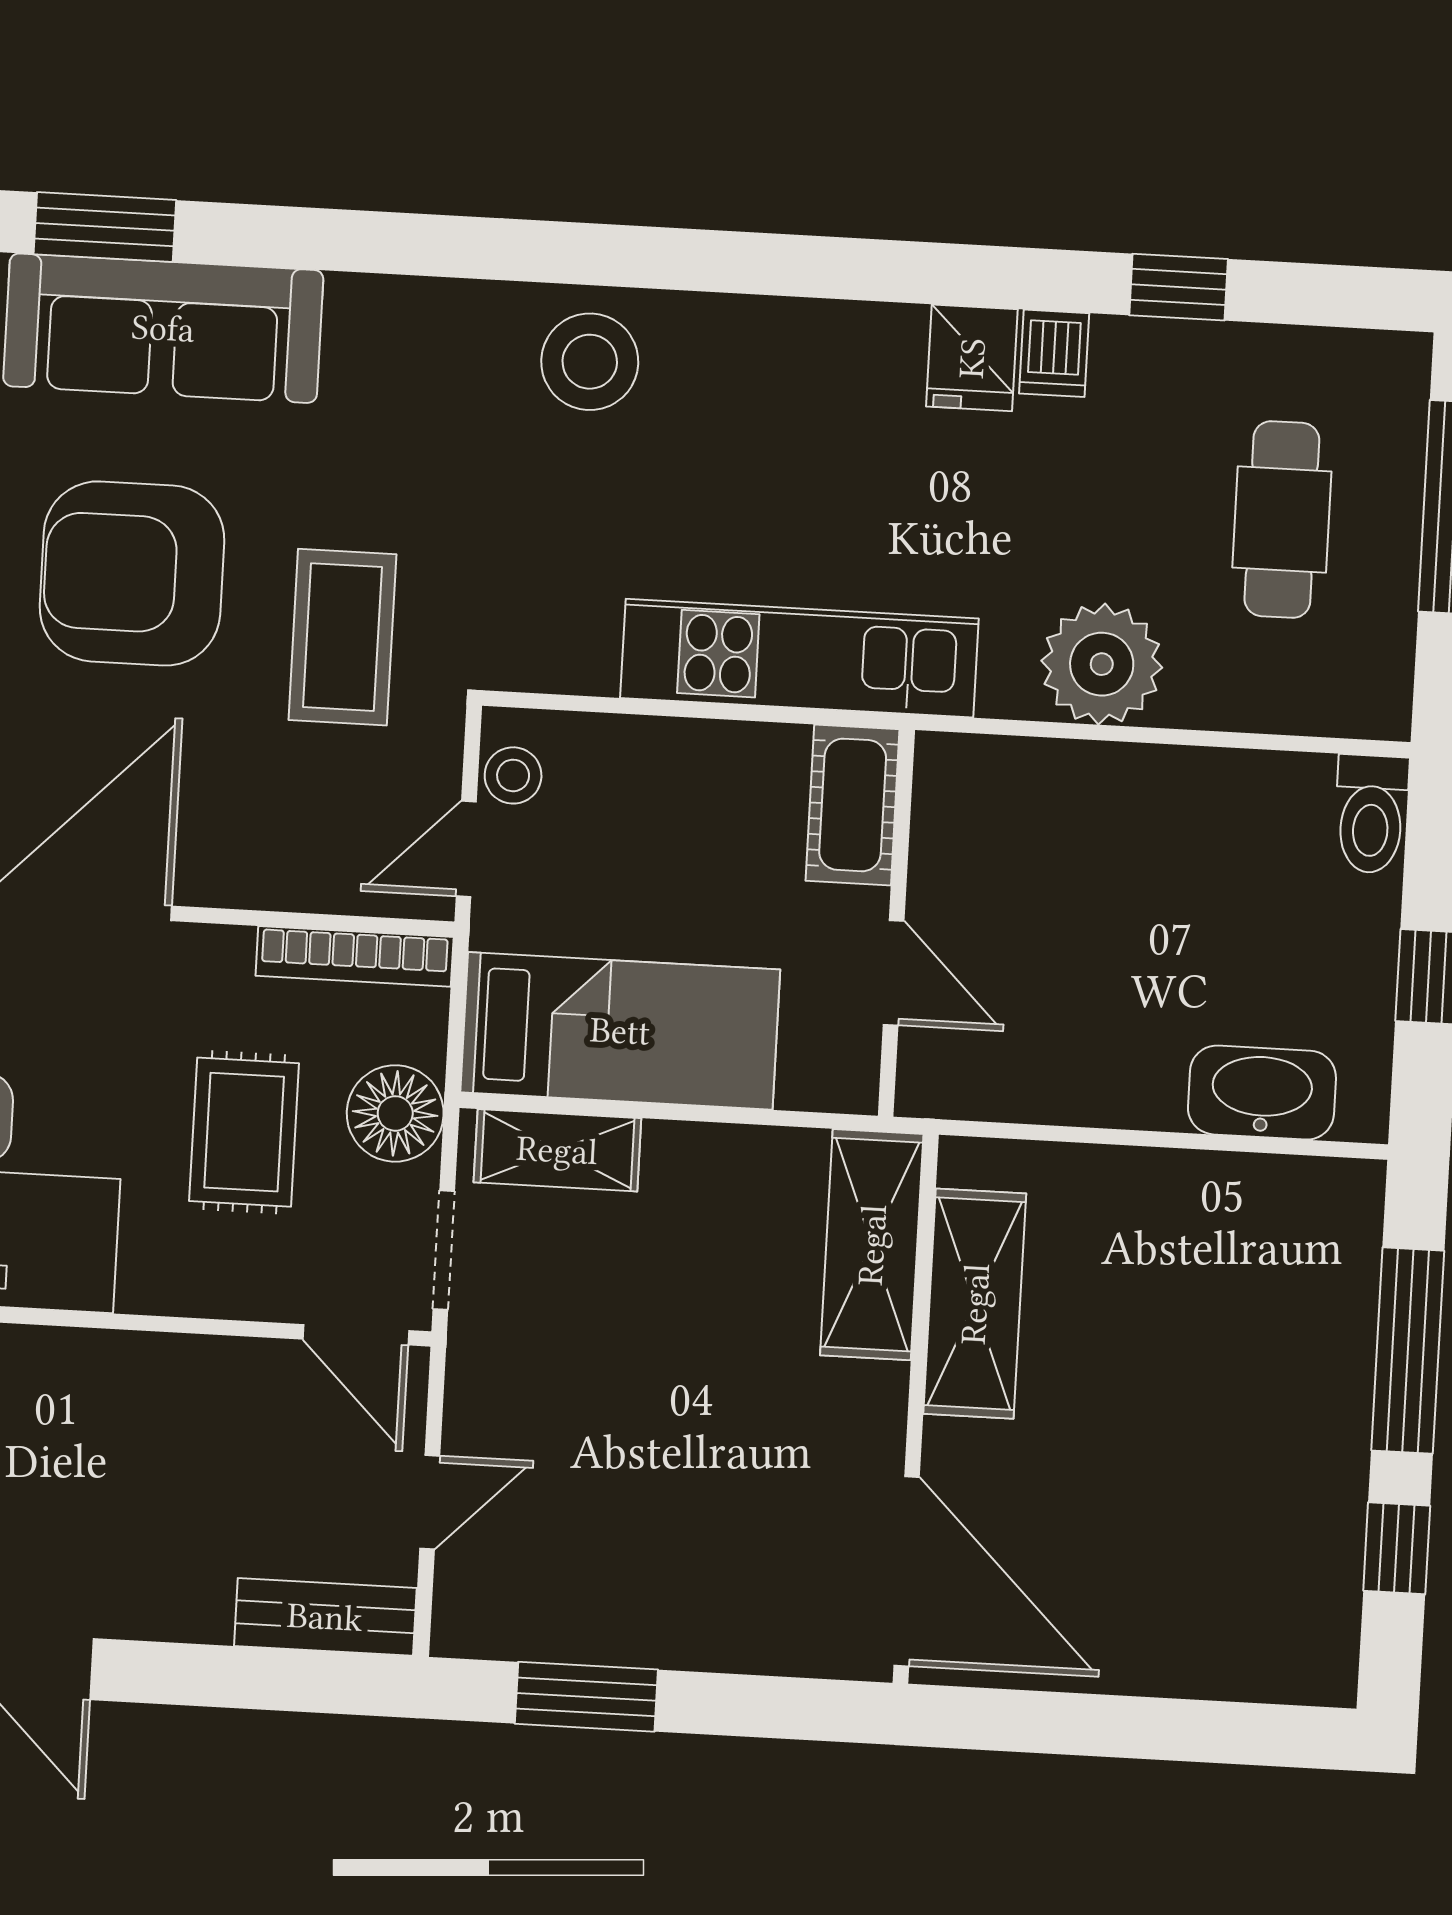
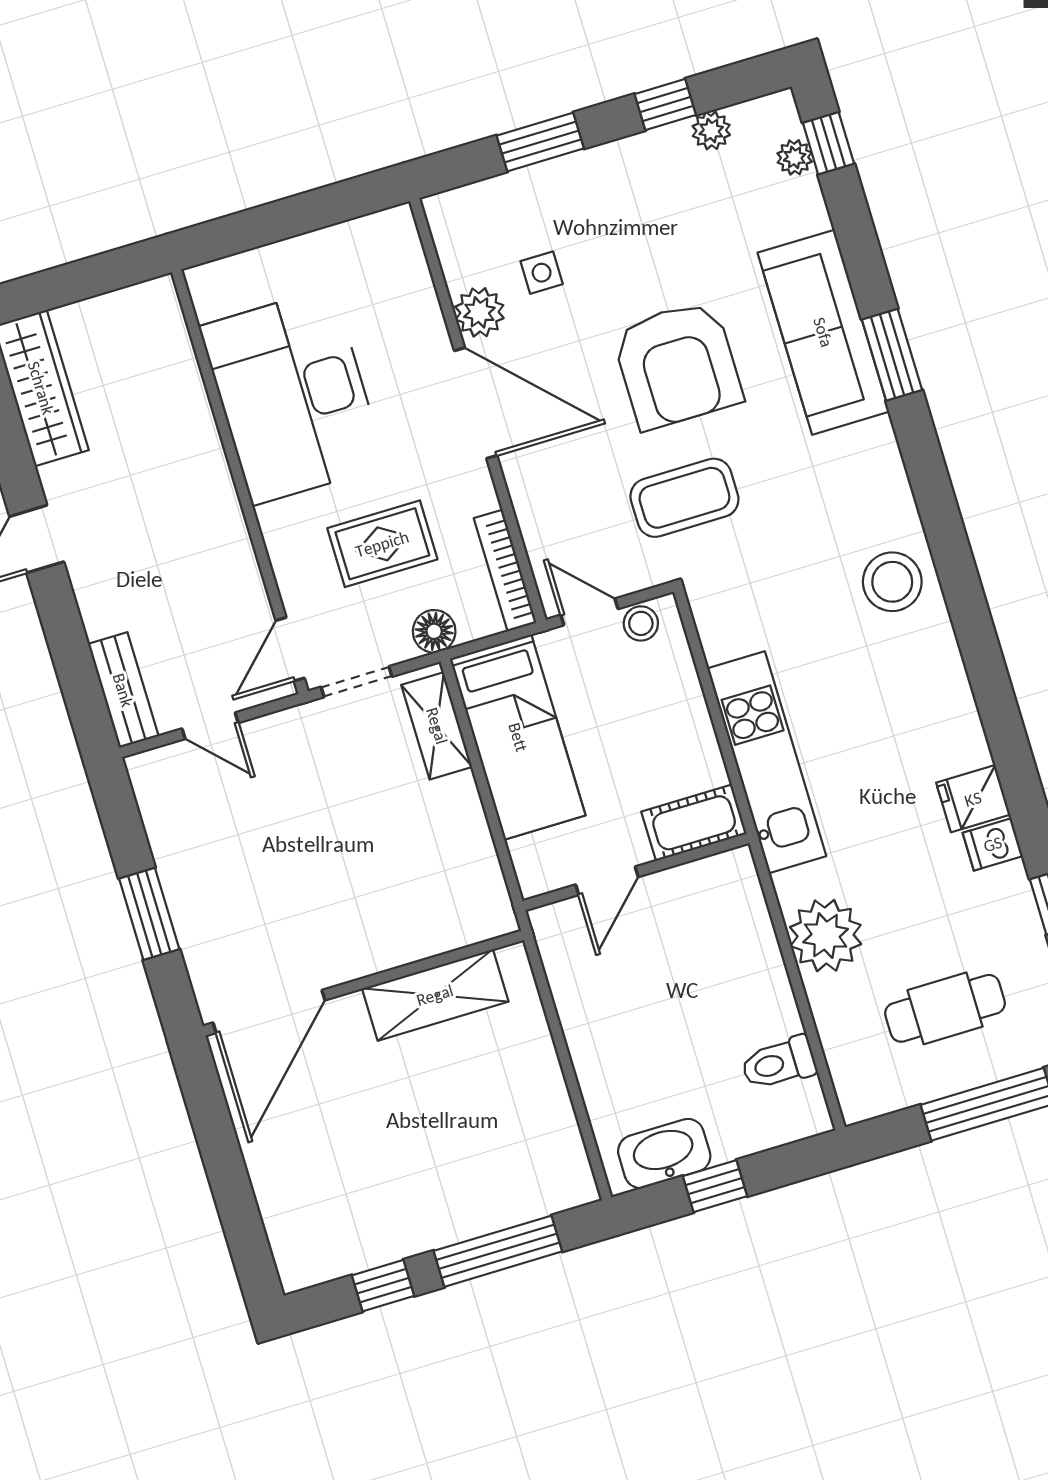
window: (105, 227) -> (892, 355), moved
armchair: (132, 573) -> (677, 365), turned 180
toilet: (1371, 814) -> (779, 1063), moved
washbasin: (1262, 1093) -> (664, 1154), moved, turned -90
floor lamp: (395, 1113) -> (434, 631), width x0.73, depth x0.73
shelving: (872, 1245) -> (448, 924), removed
window: (586, 1697) -> (149, 914), moved

